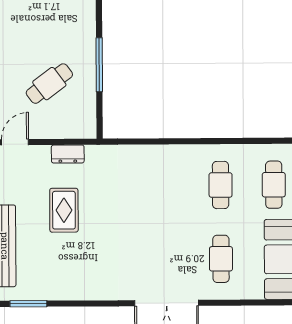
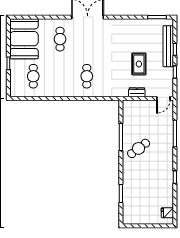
cafe table: (49, 84) -> (139, 148), moved
cafe table: (221, 185) -> (87, 76), moved

